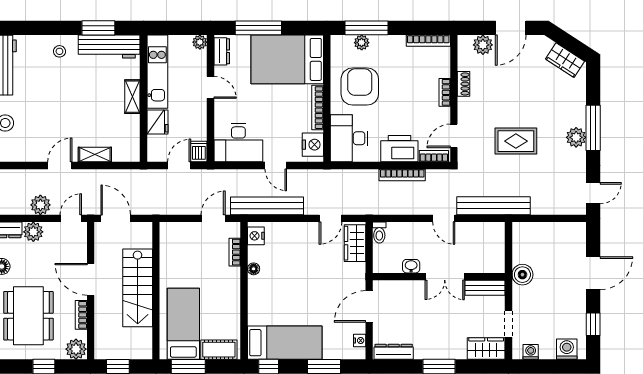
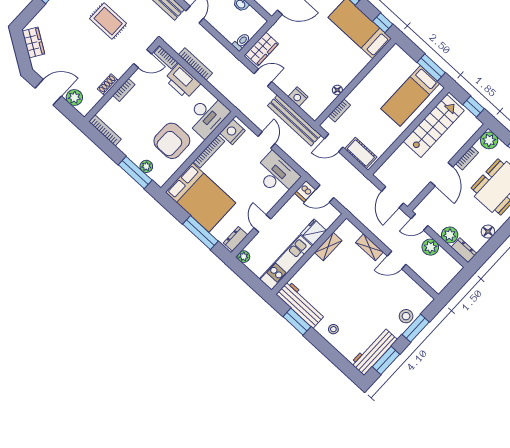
shelving: (132, 97) -> (328, 247), moved
nightstand: (256, 236) -> (298, 97), moved, turned 90
stairs: (138, 288) -> (434, 126), moved
cot: (219, 350) -> (361, 153), moved

